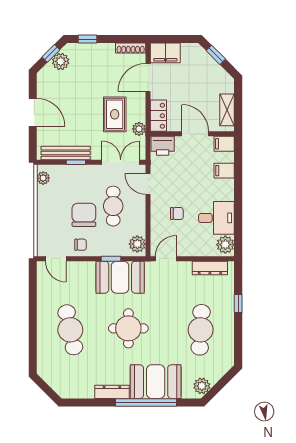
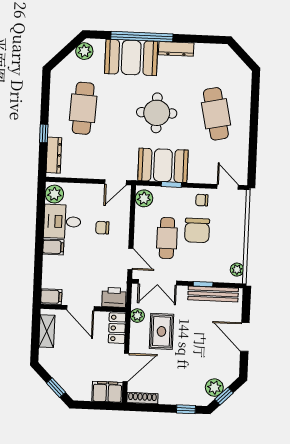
filing cabinet: (224, 171) -> (53, 247), moved
dresser: (210, 268) -> (54, 155), moved, turned 90

